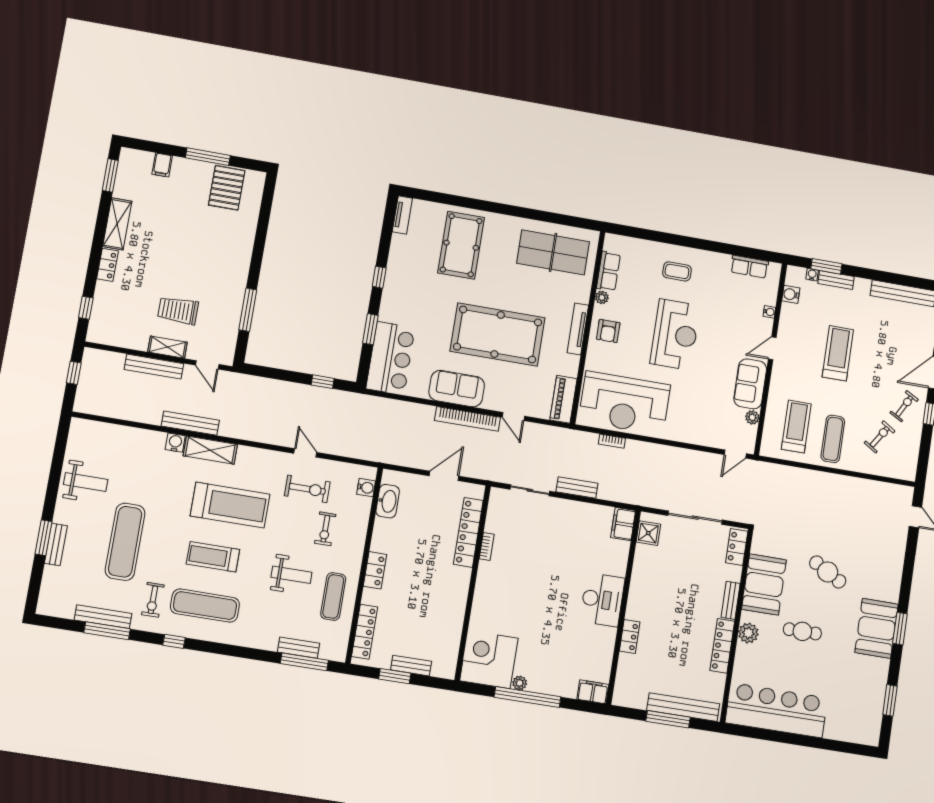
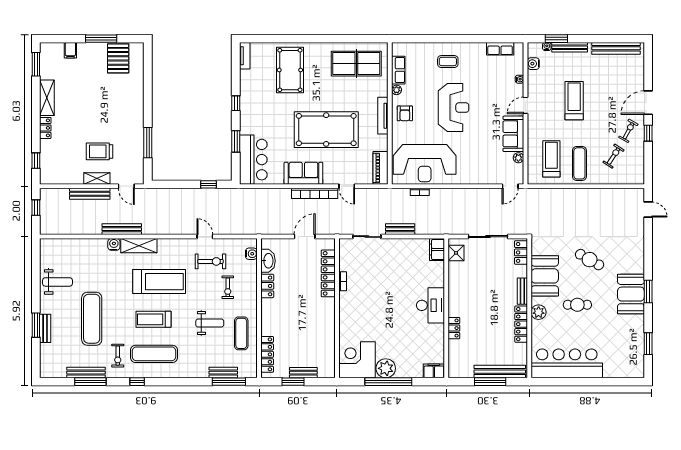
bench: (836, 280) -> (570, 47), width x1.36
locker: (375, 570) -> (267, 286), moved
plant: (520, 683) -> (386, 368), width x1.88, depth x1.88

